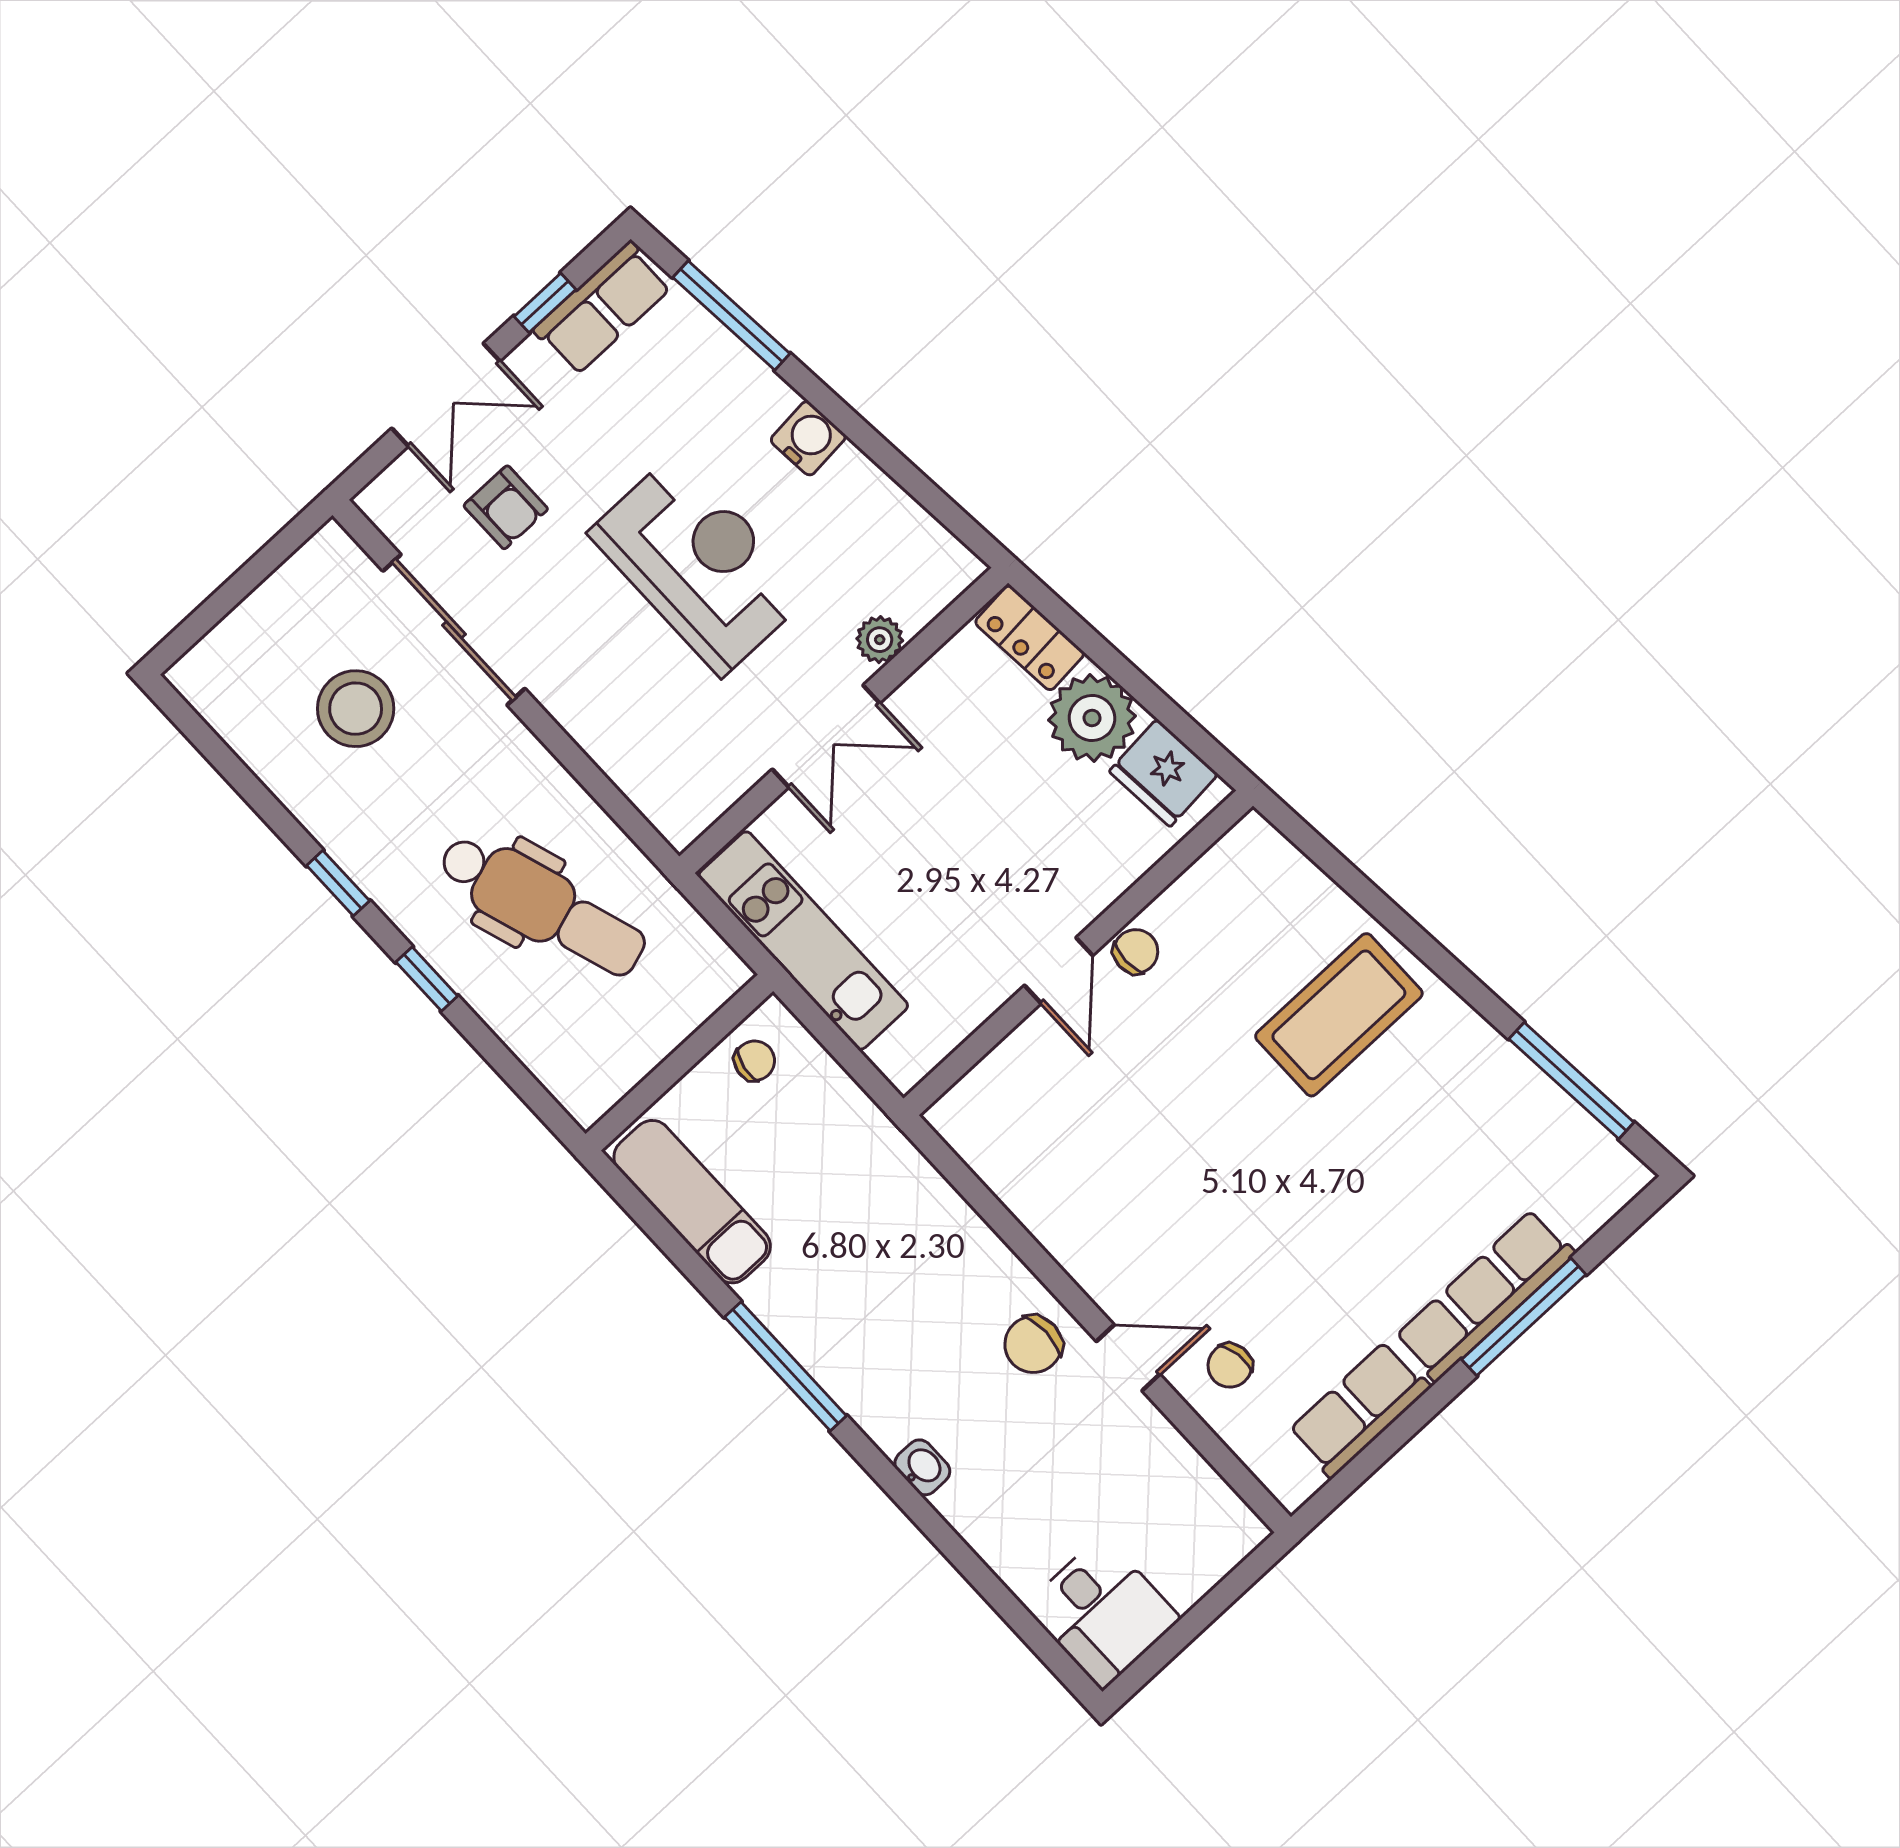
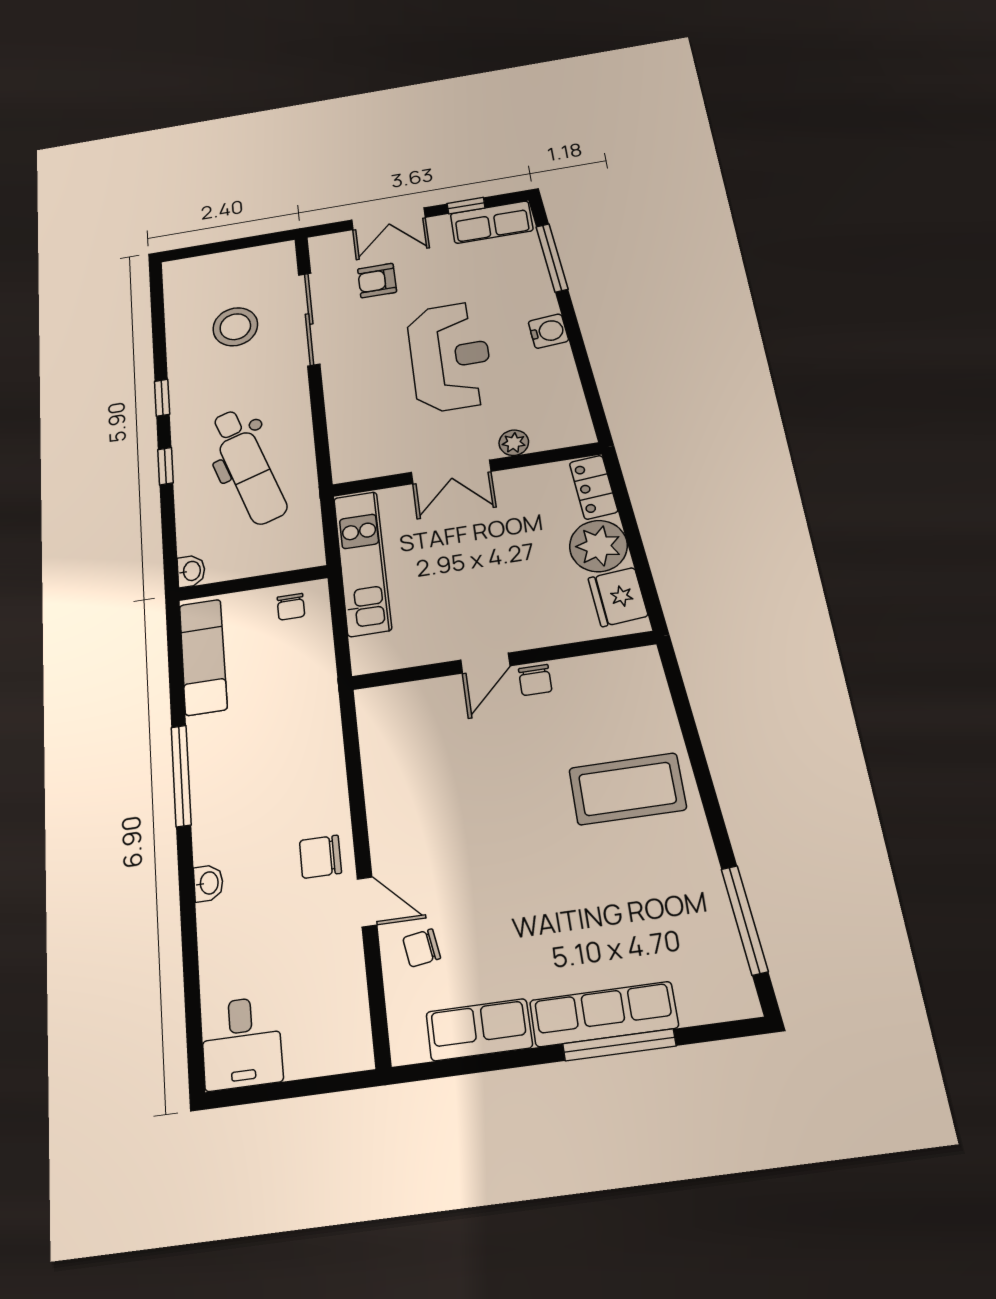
armchair: (506, 507) -> (377, 281), turned 90
chair: (1136, 951) -> (535, 680), turned 90
chair: (755, 1061) -> (291, 607), turned 80
washbasin: (583, 1100) -> (191, 571), added

